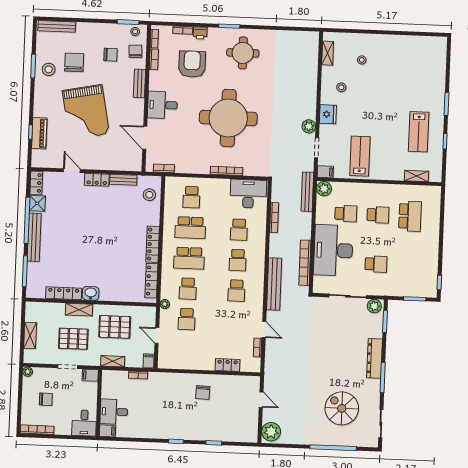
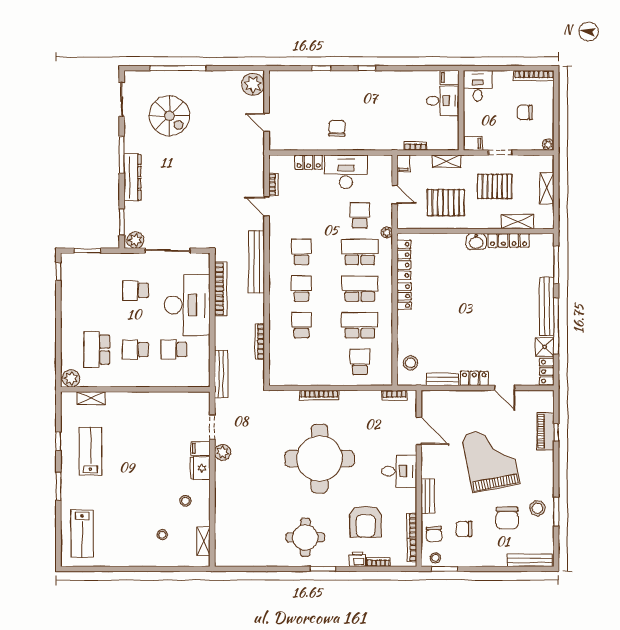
lab bench: (360, 156) -> (82, 534), moved
filing cabinet: (325, 172) -> (201, 448), moved
plant: (324, 189) -> (71, 378), moved
desk: (248, 194) -> (346, 172), moved, turned 180
locker: (153, 244) -> (404, 296), width x0.66
school desk: (188, 289) -> (360, 252), width x1.85
shelving: (79, 310) -> (517, 222), moved

